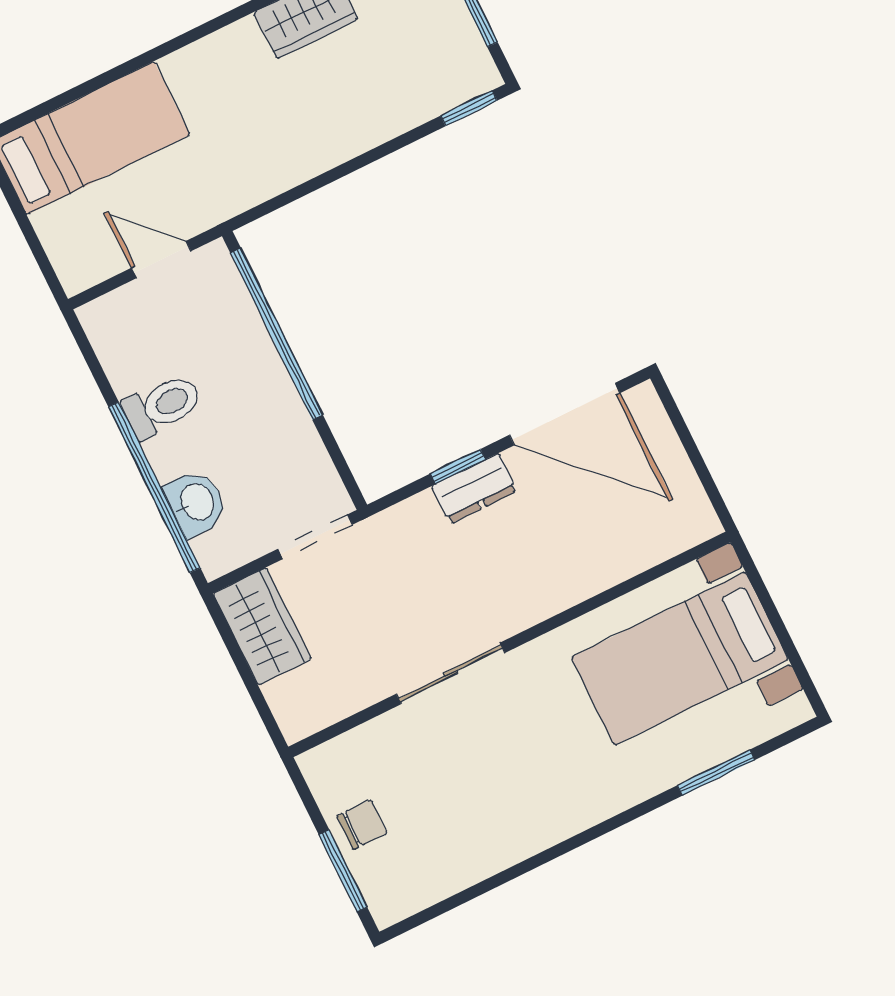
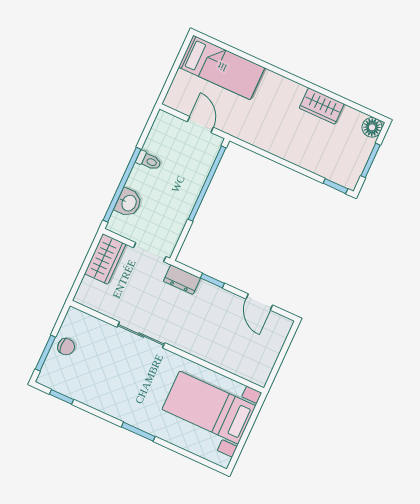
toilet: (162, 406) -> (149, 161), width x0.73, depth x0.72
door: (565, 414) -> (259, 302), width x0.53
dresser: (474, 489) -> (182, 280), moved
window: (716, 773) -> (138, 432), moved
window: (445, 906) -> (62, 397), added

